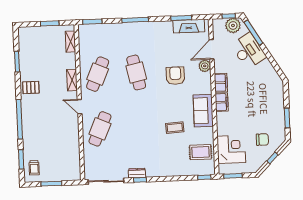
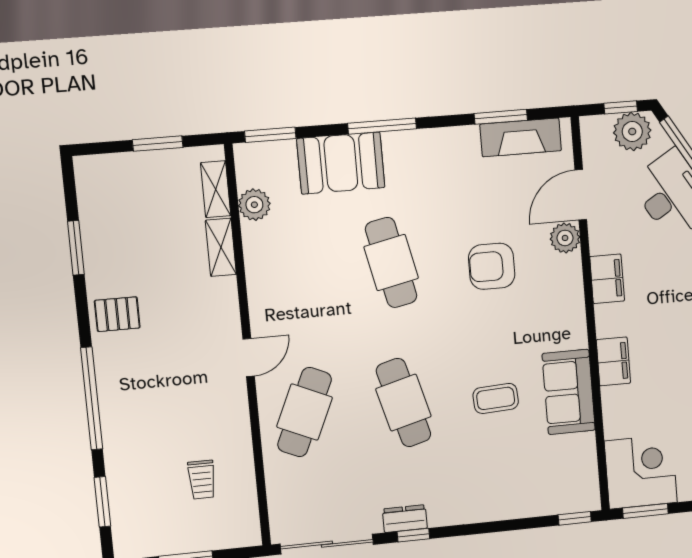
booth: (119, 33) -> (341, 163), added
plant: (85, 48) -> (254, 205), added
cafe table: (98, 74) -> (403, 403), moved, turned -39
armchair: (175, 76) -> (492, 266), turned -90
shelving: (72, 80) -> (221, 247), moved
filing cabinet: (222, 102) -> (613, 361), moved
door: (80, 107) -> (249, 358), swing flipped
sofa: (203, 111) -> (569, 392), moved
corner desk: (231, 149) -> (641, 472), moved
rug: (200, 152) -> (563, 456), removed
trolley: (34, 168) -> (202, 480), moved

